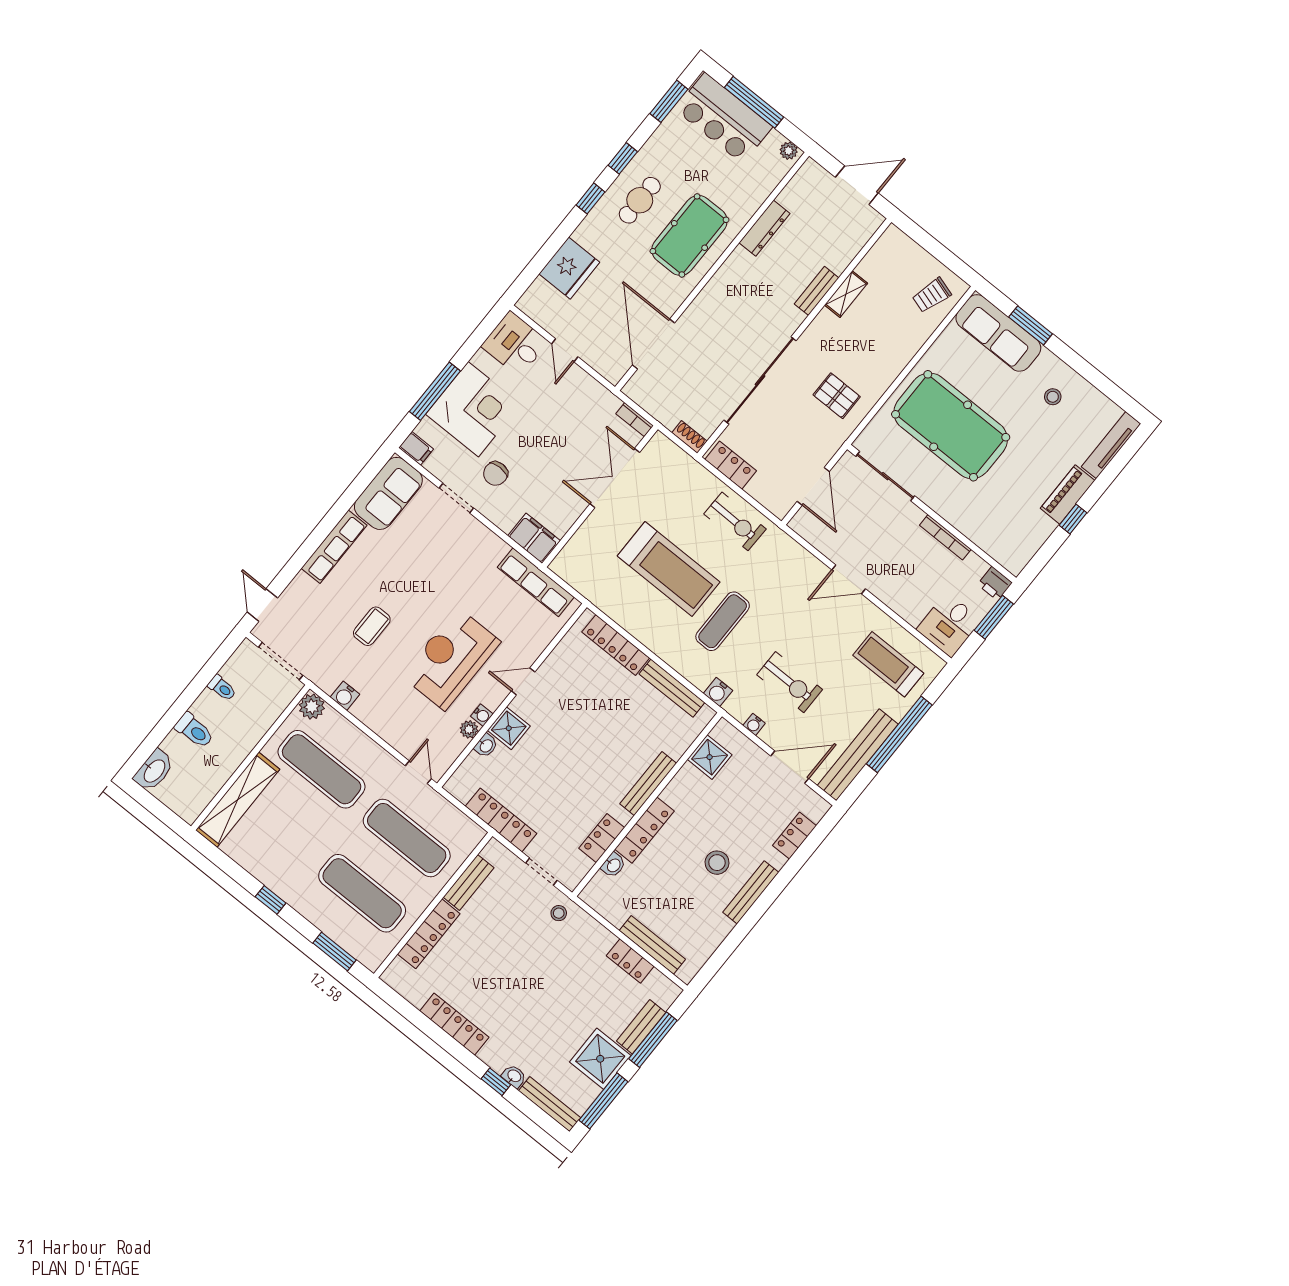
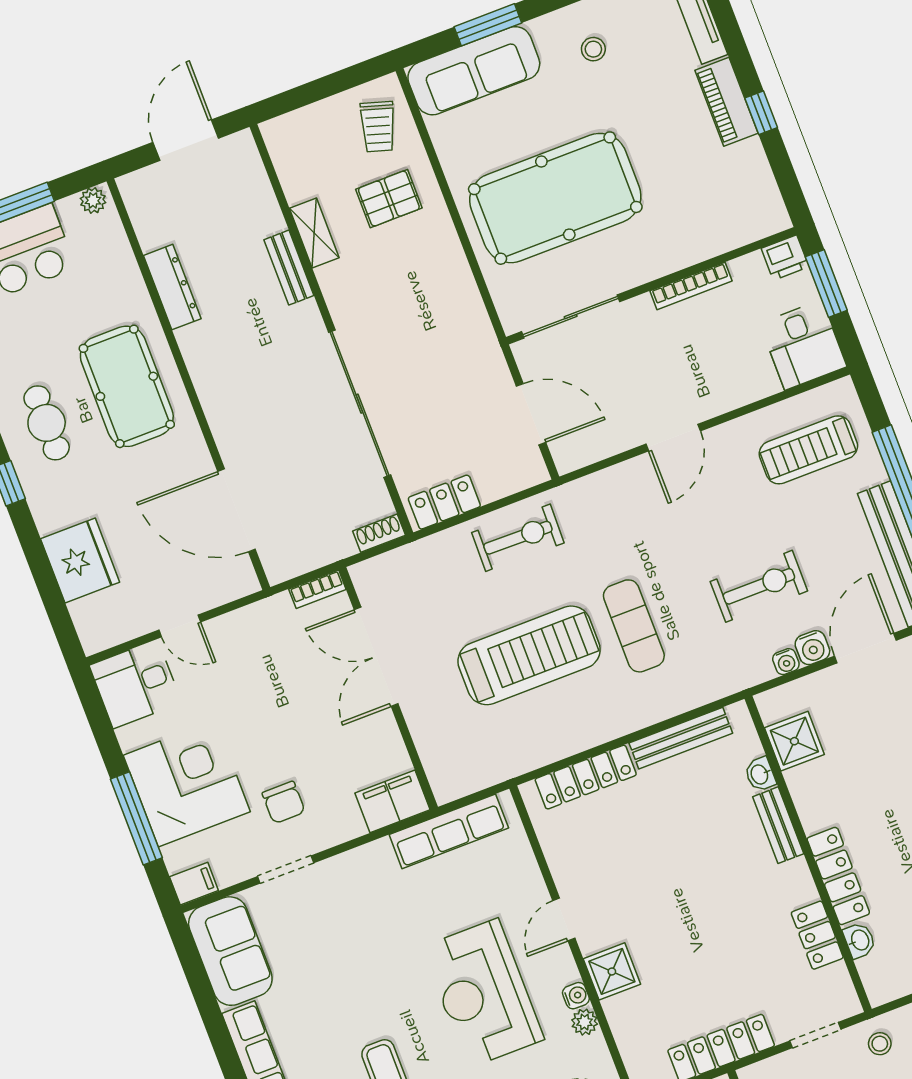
pallet: (837, 396) -> (389, 199), moved
water cooler: (718, 692) -> (812, 648), moved
washbasin: (486, 746) -> (760, 774), moved, turned 180
bench: (648, 784) -> (778, 825), width x0.73

